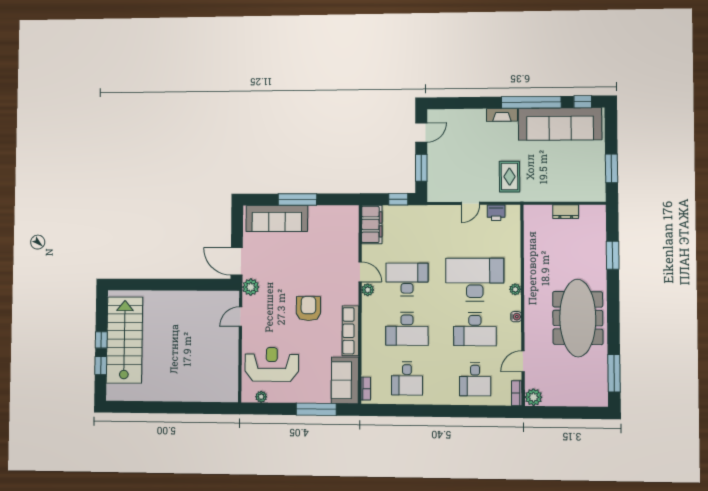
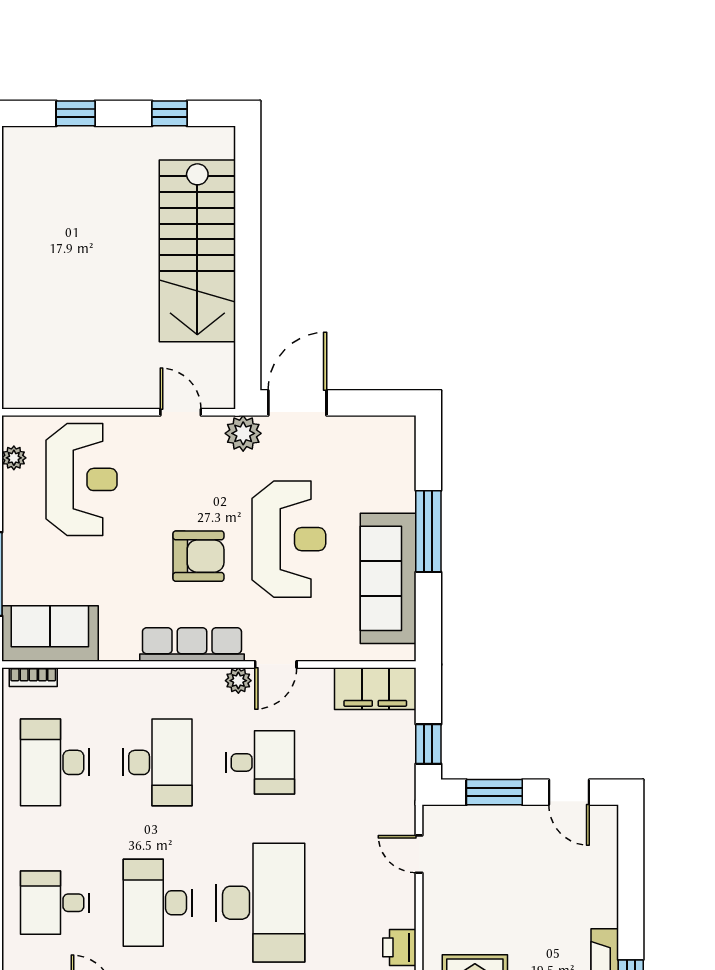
door: (470, 203) -> (419, 854), moved
sofa: (277, 219) -> (388, 578), moved
reception desk: (301, 266) -> (289, 539), added
desk: (407, 279) -> (260, 762), width x0.73
desk: (407, 329) -> (158, 762), turned 180
row of seats: (350, 331) -> (192, 644), moved
window: (101, 340) -> (170, 113), moved
stairs: (124, 340) -> (197, 251), moved, turned 90
desk: (407, 379) -> (55, 762), width x1.37

